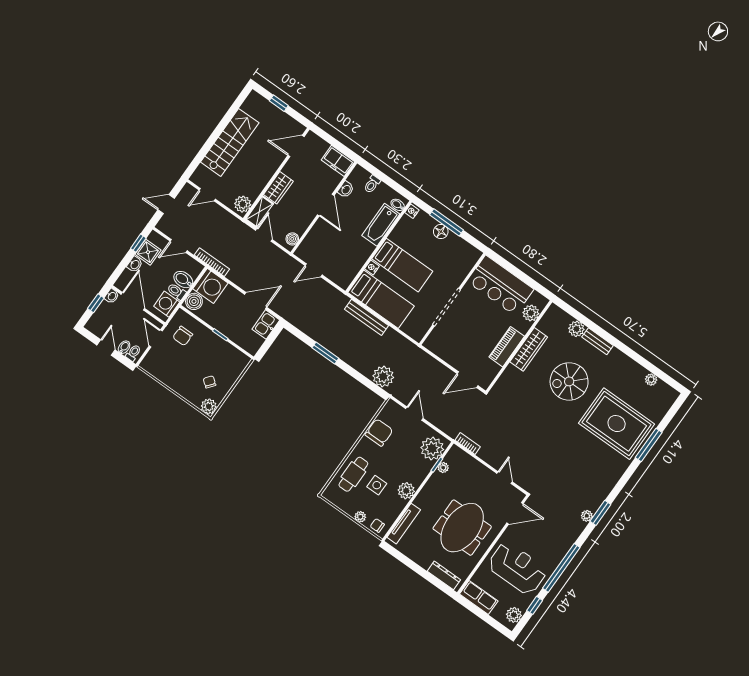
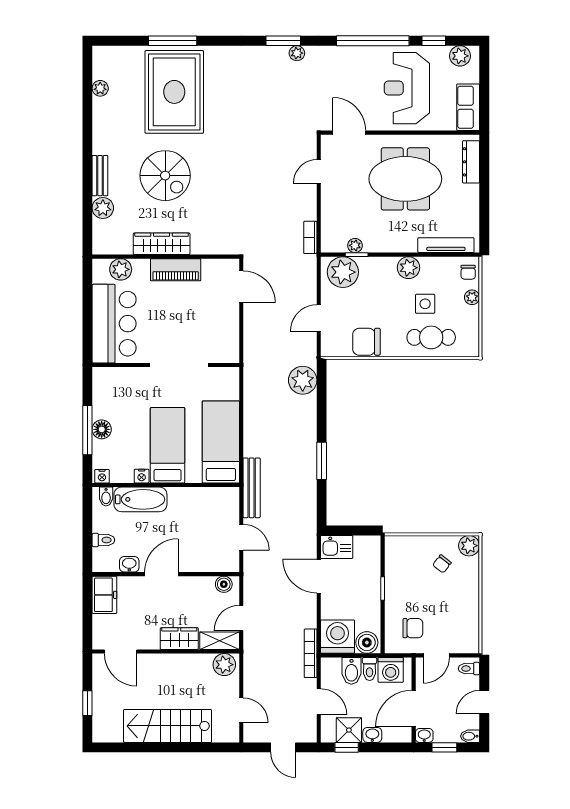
nightstand: (372, 267) -> (142, 476), moved
bench: (367, 317) -> (252, 488), moved
bidet: (124, 347) -> (470, 736), moved

